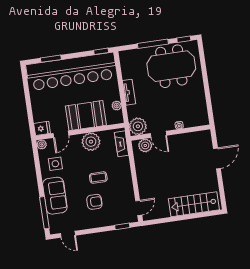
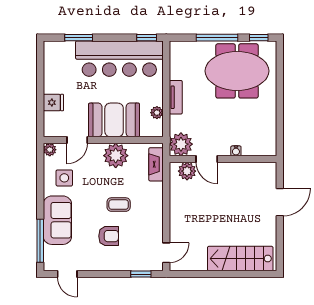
bar counter: (71, 71) -> (119, 59), width x0.73
fridge: (42, 128) -> (53, 103), moved

